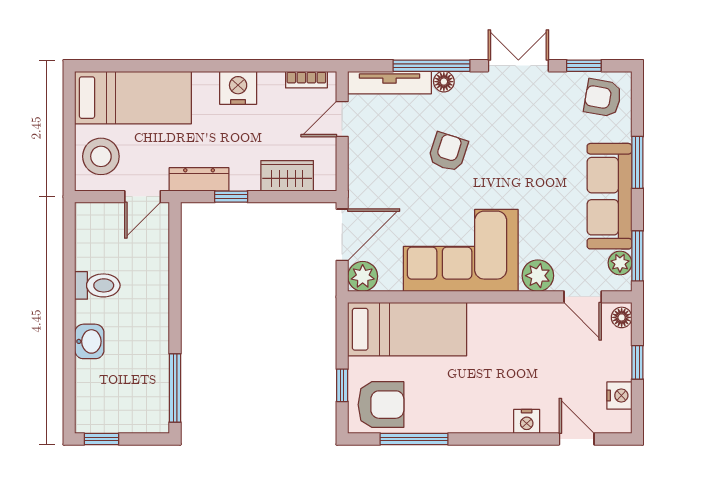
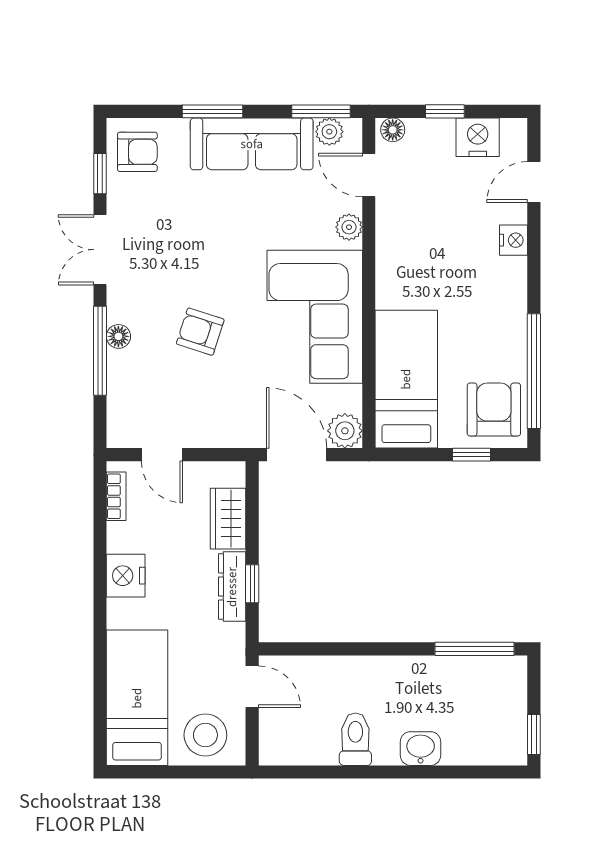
tv unit: (390, 83) -> (120, 400), removed
armchair: (603, 98) -> (137, 152), turned -100
dresser: (199, 179) -> (232, 587), moved
plant: (538, 276) -> (349, 227), width x0.73, depth x0.73
door: (583, 297) -> (369, 175), swing flipped
nightstand: (619, 396) -> (478, 137), width x1.36, depth x1.33
window: (414, 439) -> (534, 371), width x1.46

